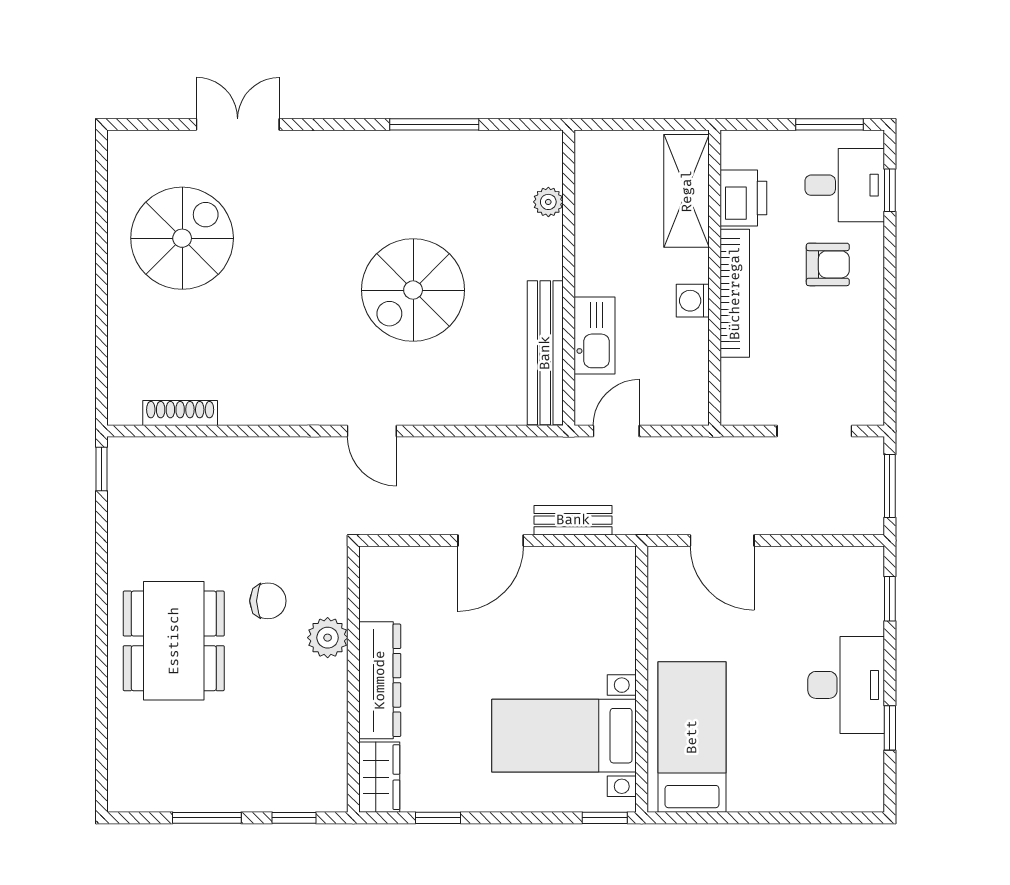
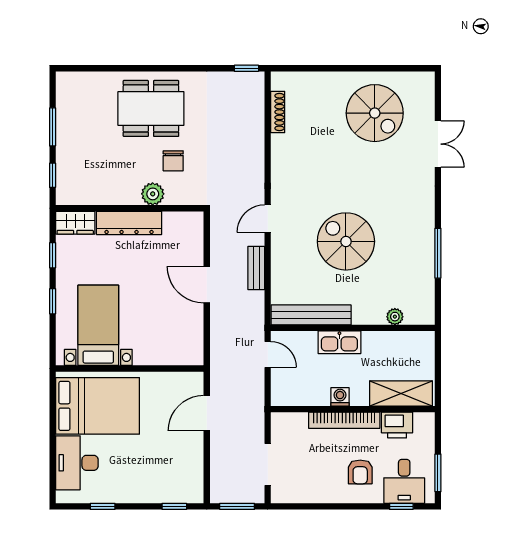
kitchen sink: (594, 336) -> (339, 342), moved
bench: (573, 520) -> (256, 268), moved
desk: (846, 685) -> (77, 463), moved, turned 90
bed: (692, 737) -> (98, 406), width x1.50
window: (605, 818) -> (53, 301), moved

